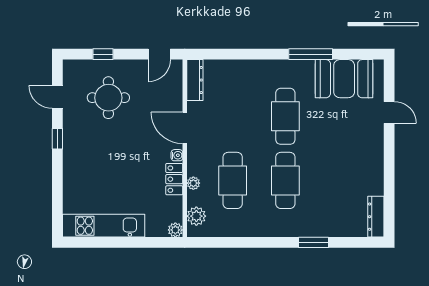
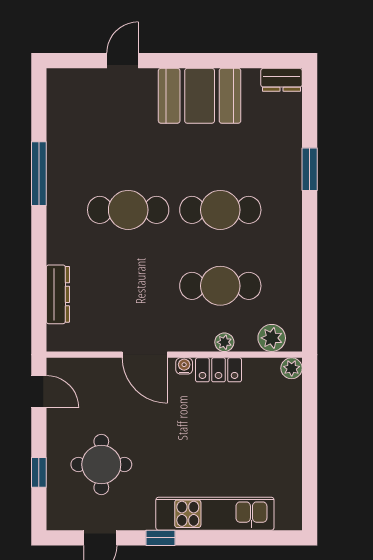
booth: (344, 79) -> (200, 96), moved, turned 90
dresser: (195, 80) -> (58, 294), moved, turned 90
door: (185, 128) -> (145, 355), hinge flipped
dresser: (376, 217) -> (281, 80), width x0.70
kitchen unit: (104, 226) -> (215, 514), moved, turned 90

